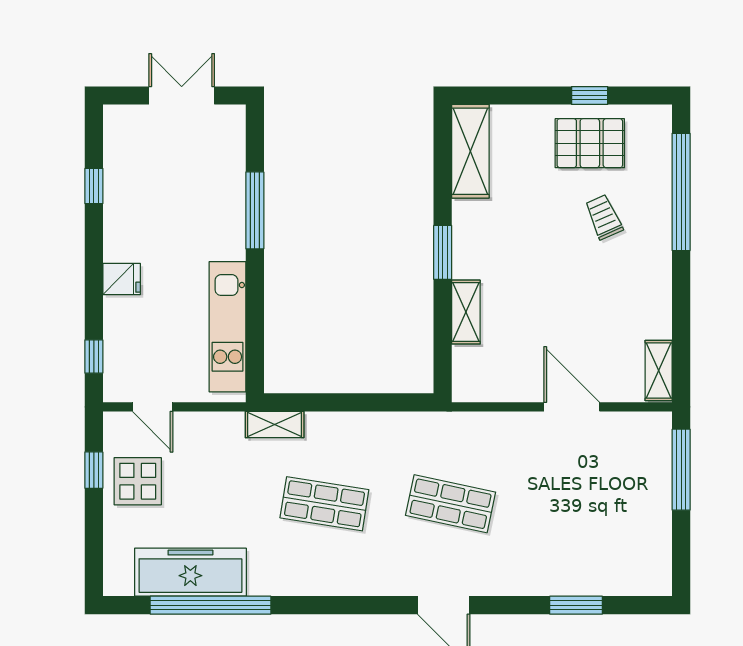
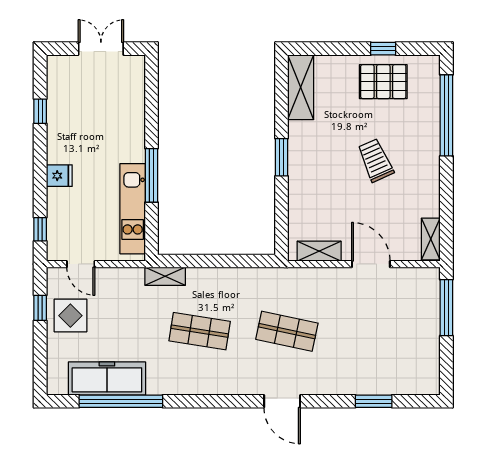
window: (255, 210) -> (152, 175), moved
trolley: (604, 217) -> (376, 160), moved, width x1.36, depth x1.39
shelving: (466, 312) -> (319, 251), moved, turned 90

